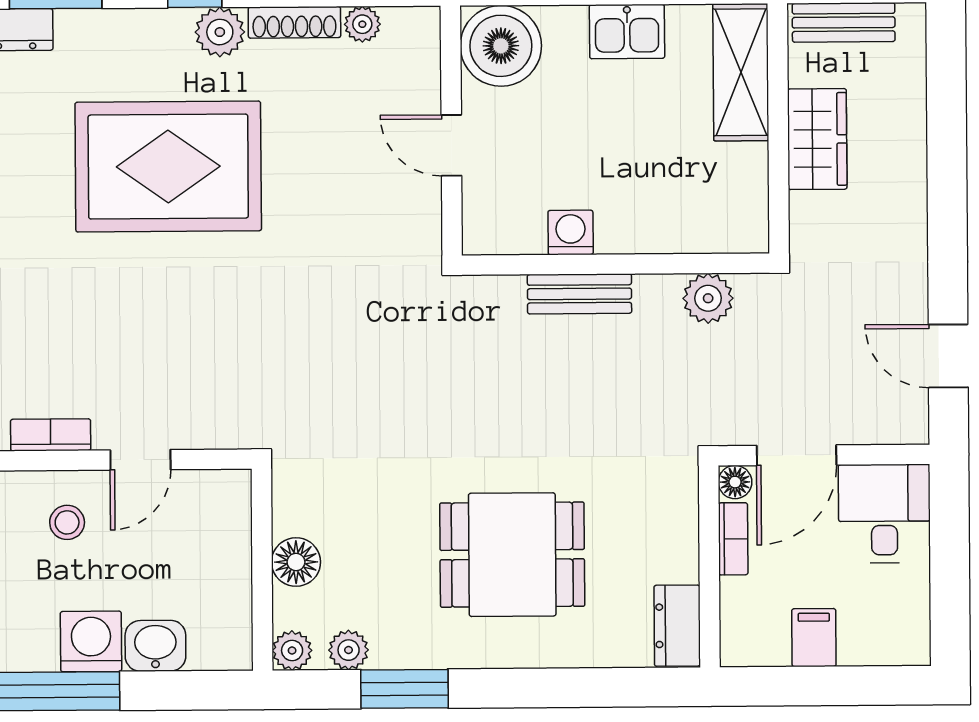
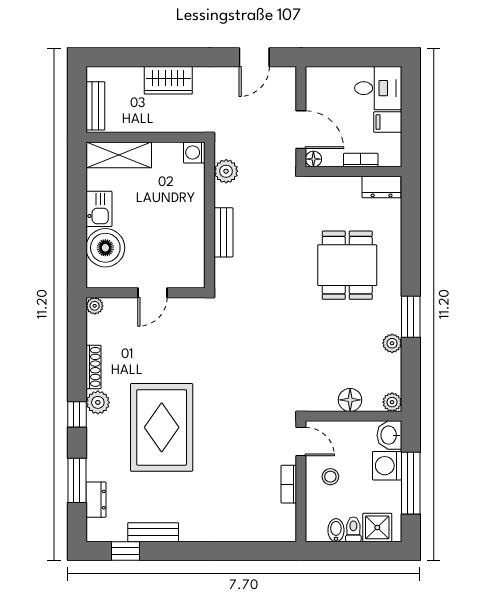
plant: (362, 24) -> (95, 306), moved
boiler: (501, 46) -> (105, 248), moved
wardrobe: (817, 139) -> (168, 80), moved, turned 180
washing machine: (571, 232) -> (194, 152), moved
desk: (884, 514) -> (378, 88), moved, turned 180
bookcase: (733, 539) -> (361, 160), moved
floor lamp: (296, 562) -> (350, 400), moved
wall: (262, 570) -> (353, 416), moved
plant: (292, 651) -> (392, 402), moved

